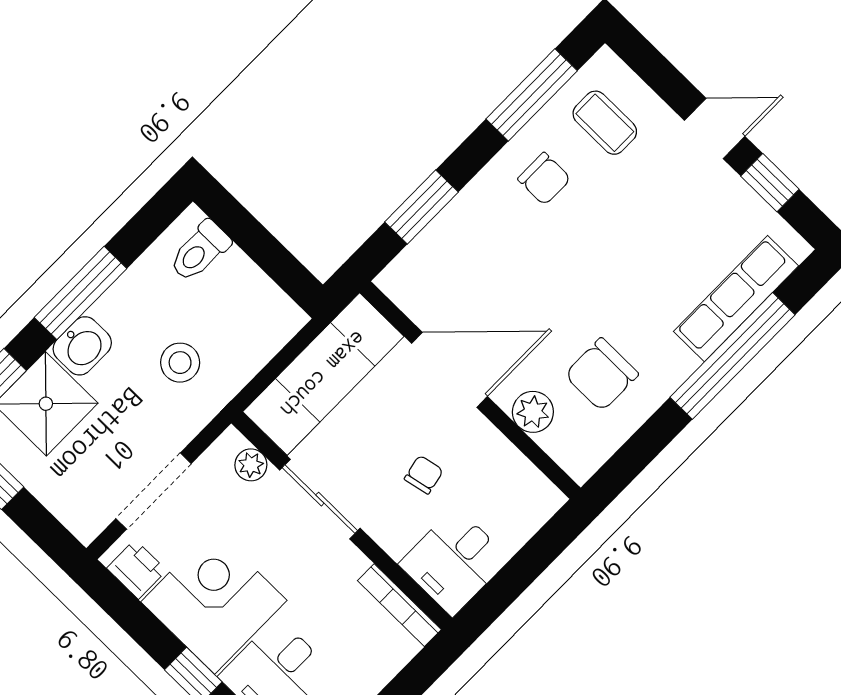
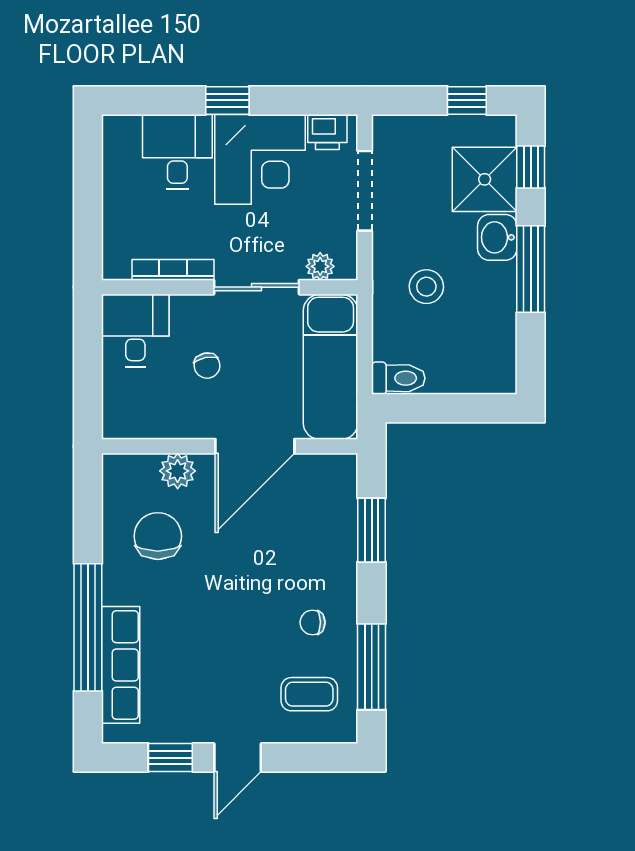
chair: (544, 179) -> (313, 622), width x0.73, depth x0.73
toilet: (200, 251) -> (398, 378), moved, turned 90
bookcase: (399, 605) -> (173, 270), moved

